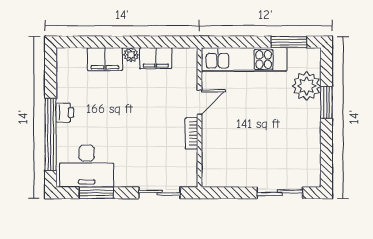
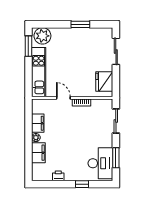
plant: (307, 86) -> (42, 36), moved
window: (326, 103) -> (80, 24), moved
printer: (65, 113) -> (58, 176), moved
window: (51, 134) -> (82, 184), width x0.32
fridge: (228, 173) -> (104, 82), added

